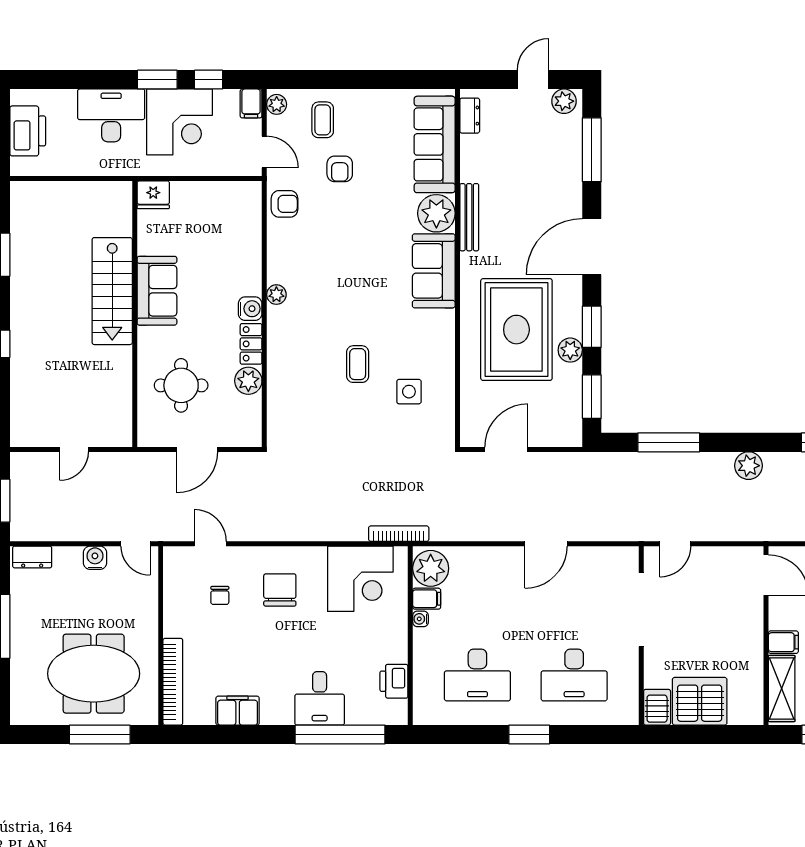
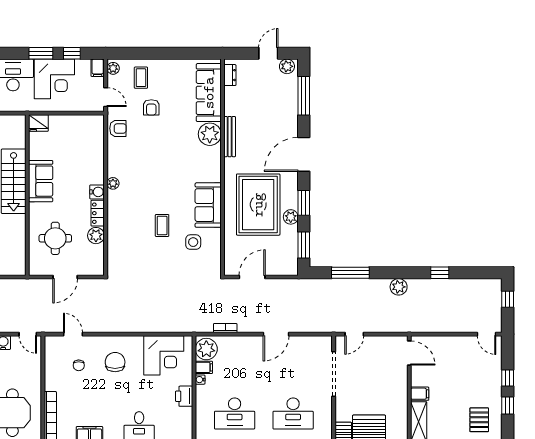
sofa: (434, 271) -> (208, 205), moved
bookcase: (399, 534) -> (225, 328), moved, width x0.64
printer: (394, 681) -> (184, 396), moved

